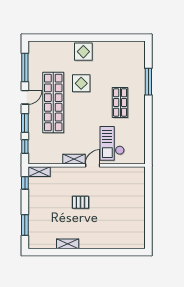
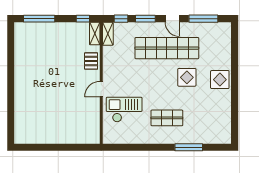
shelving: (74, 159) -> (108, 34), moved
door: (93, 165) -> (101, 89), swing flipped
pallet: (80, 202) -> (91, 61), moved
window: (25, 225) -> (39, 19), width x1.44
shelving: (68, 244) -> (19, 63), removed

